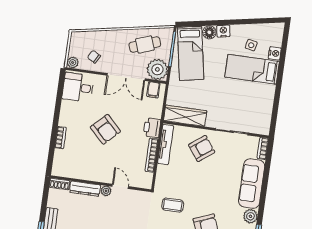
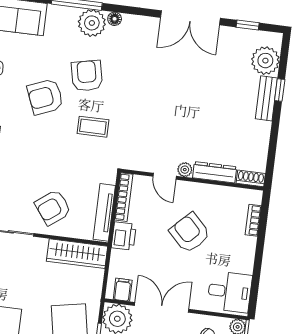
shoe rack: (60, 184) -> (251, 178), moved
wall: (101, 184) -> (192, 180), moved
door: (120, 186) -> (165, 176), moved
dresser: (85, 189) -> (215, 172), moved
plant: (106, 191) -> (185, 170), moved

